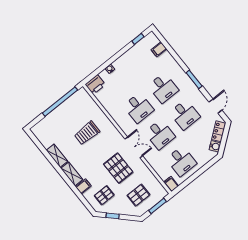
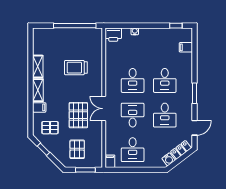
desk: (160, 135) -> (133, 115), turned 180
double door: (134, 147) -> (104, 109), swing flipped
pallet: (138, 195) -> (77, 149), turned 90

